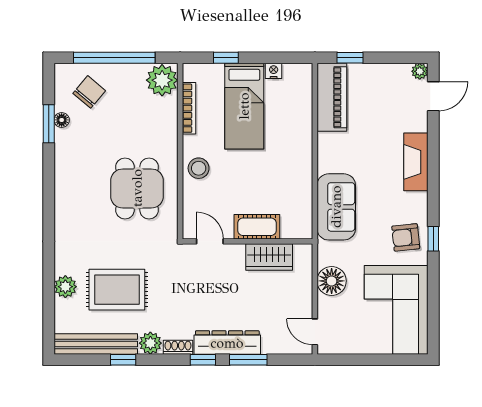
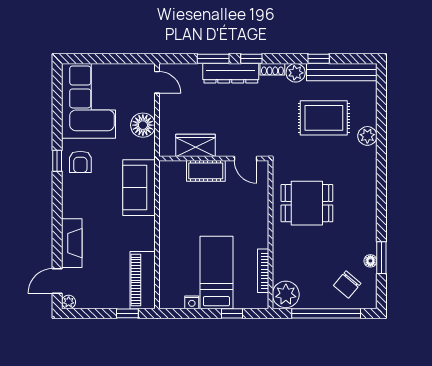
fireplace: (416, 162) -> (72, 243), moved
stool: (199, 168) -> (255, 220), removed
dining table: (137, 188) -> (307, 203), turned 90
armchair: (406, 237) -> (80, 162), turned 96
plant: (65, 287) -> (367, 136), moved

